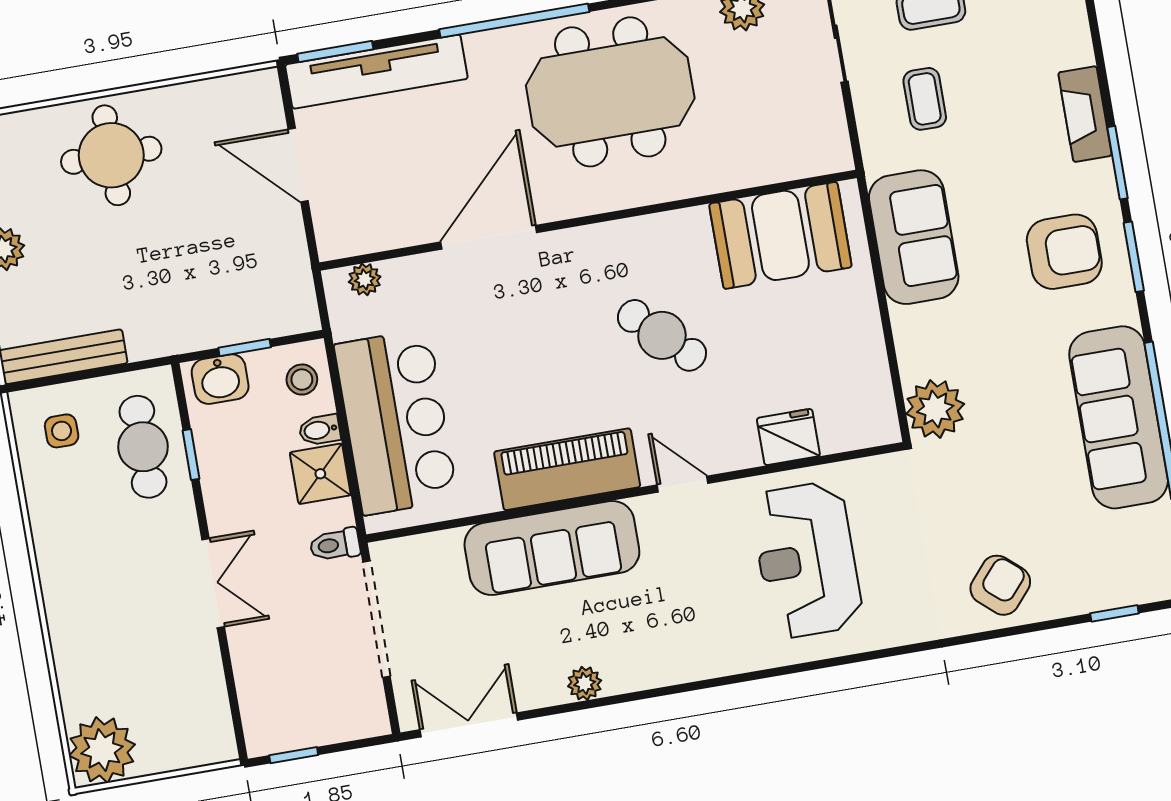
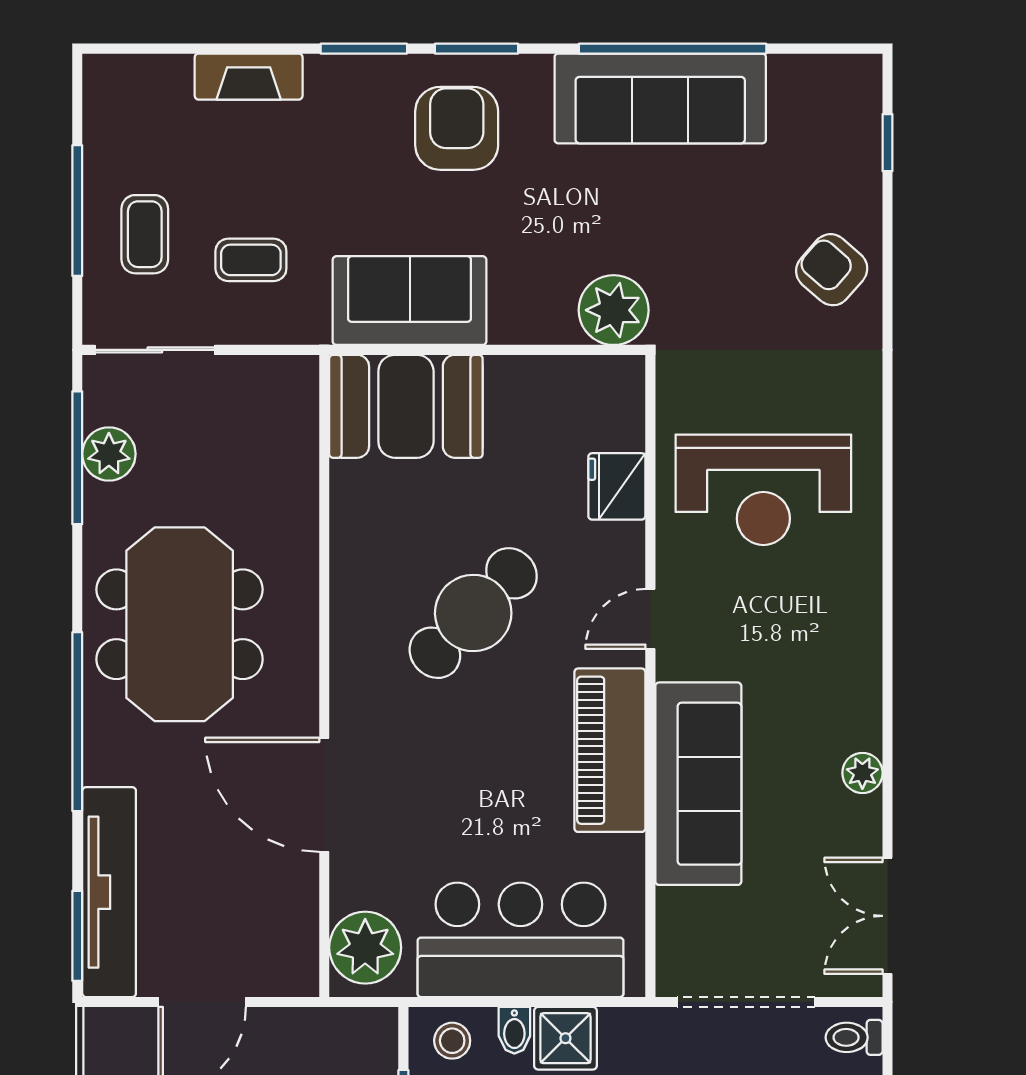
fireplace: (1085, 114) -> (249, 77), moved
booth: (780, 235) -> (406, 406), moved, turned 90
plant: (365, 279) -> (365, 948), width x1.88, depth x1.88
cafe table: (662, 335) -> (473, 613), width x1.37, depth x1.35
toilet: (335, 545) -> (854, 1037), moved, turned 90

